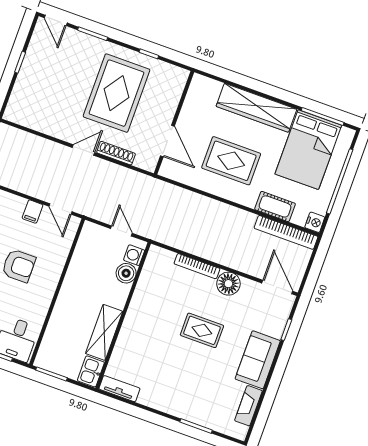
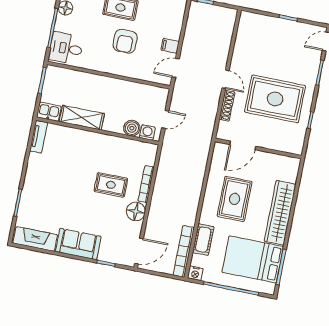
rug: (202, 330) -> (111, 185), moved, turned 90
fireplace: (248, 406) -> (35, 239), width x1.37, depth x1.32

